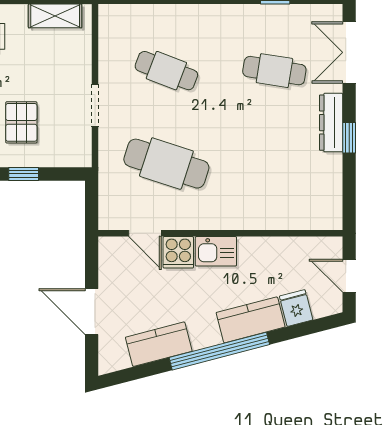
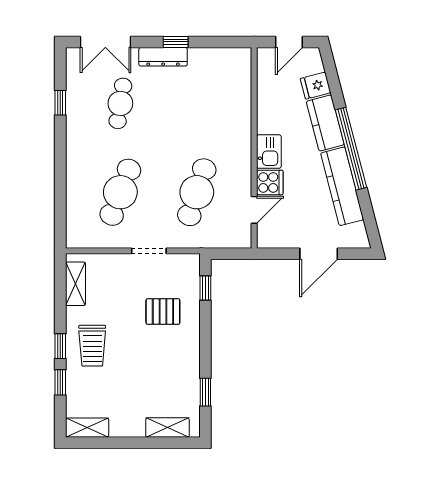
cafe table: (166, 71) -> (120, 192), width x1.37, depth x1.35
window: (24, 174) -> (205, 288), moved
kitchen counter: (159, 344) -> (342, 186), width x1.50

